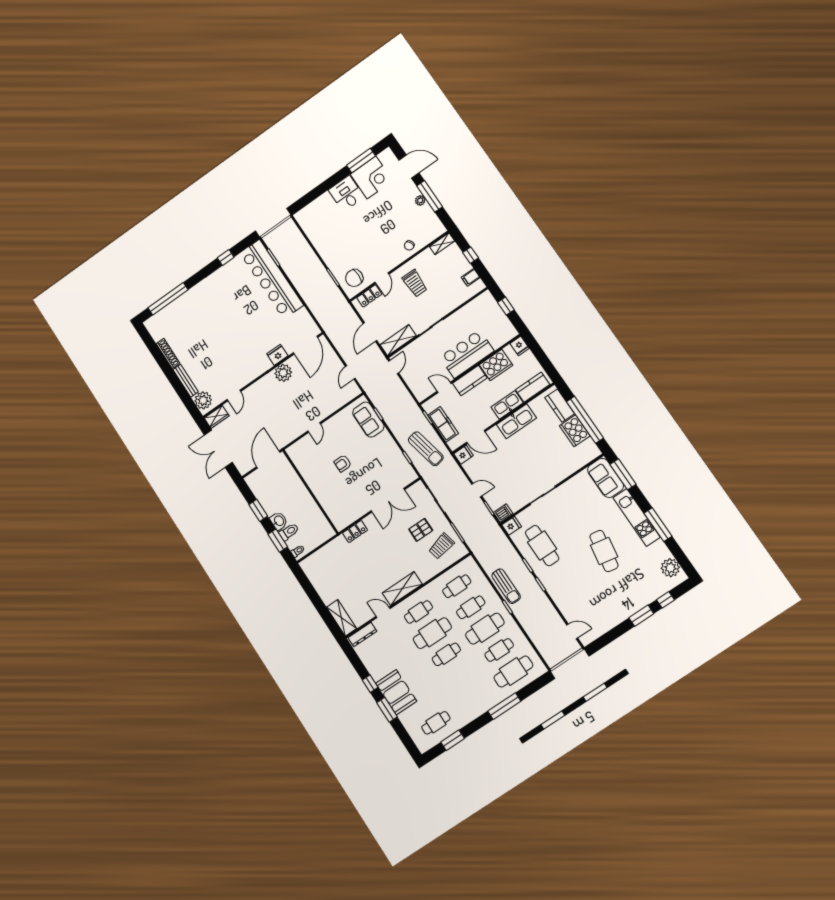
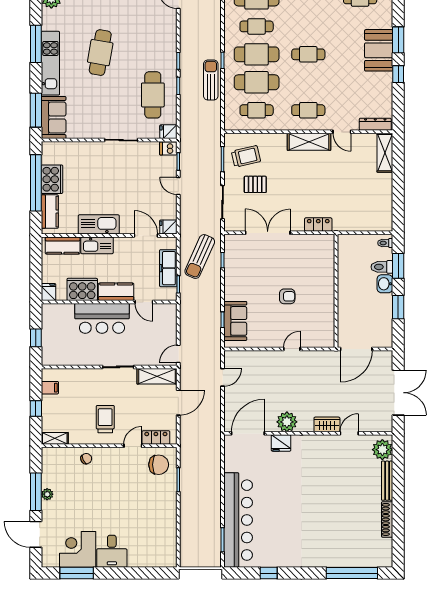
wardrobe: (217, 417) -> (327, 424), moved
sun lounger: (426, 449) -> (200, 257), turned -144
cafe table: (471, 607) -> (257, 82), width x1.37, depth x1.35
cafe table: (432, 633) -> (308, 82), removed

